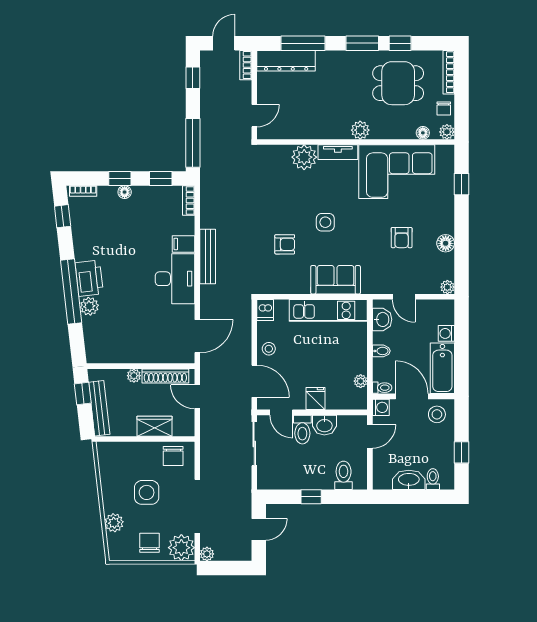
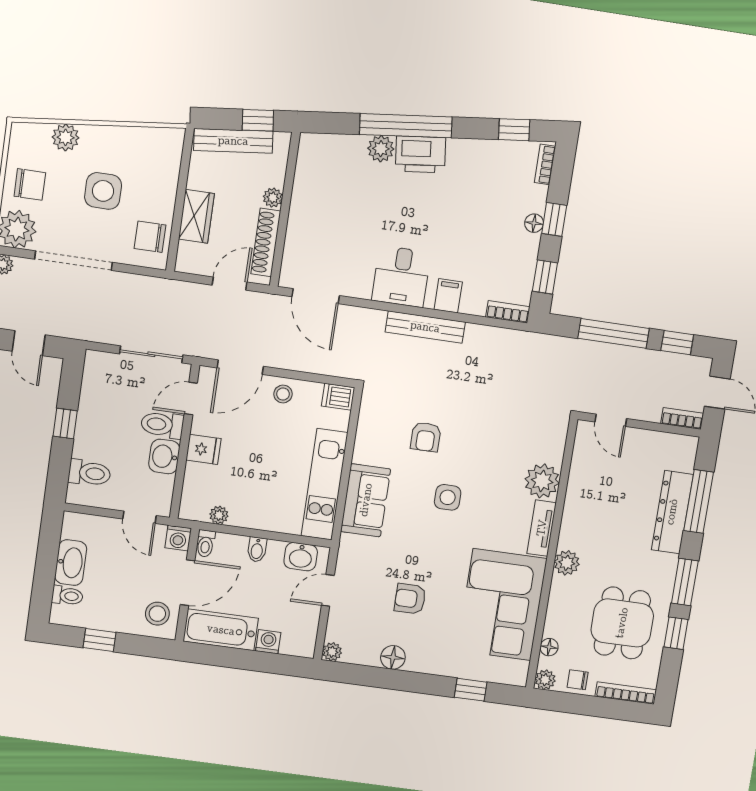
dresser: (286, 61) -> (672, 512), moved
window: (193, 143) -> (614, 333), moved
desk: (175, 279) -> (401, 276), width x0.73

